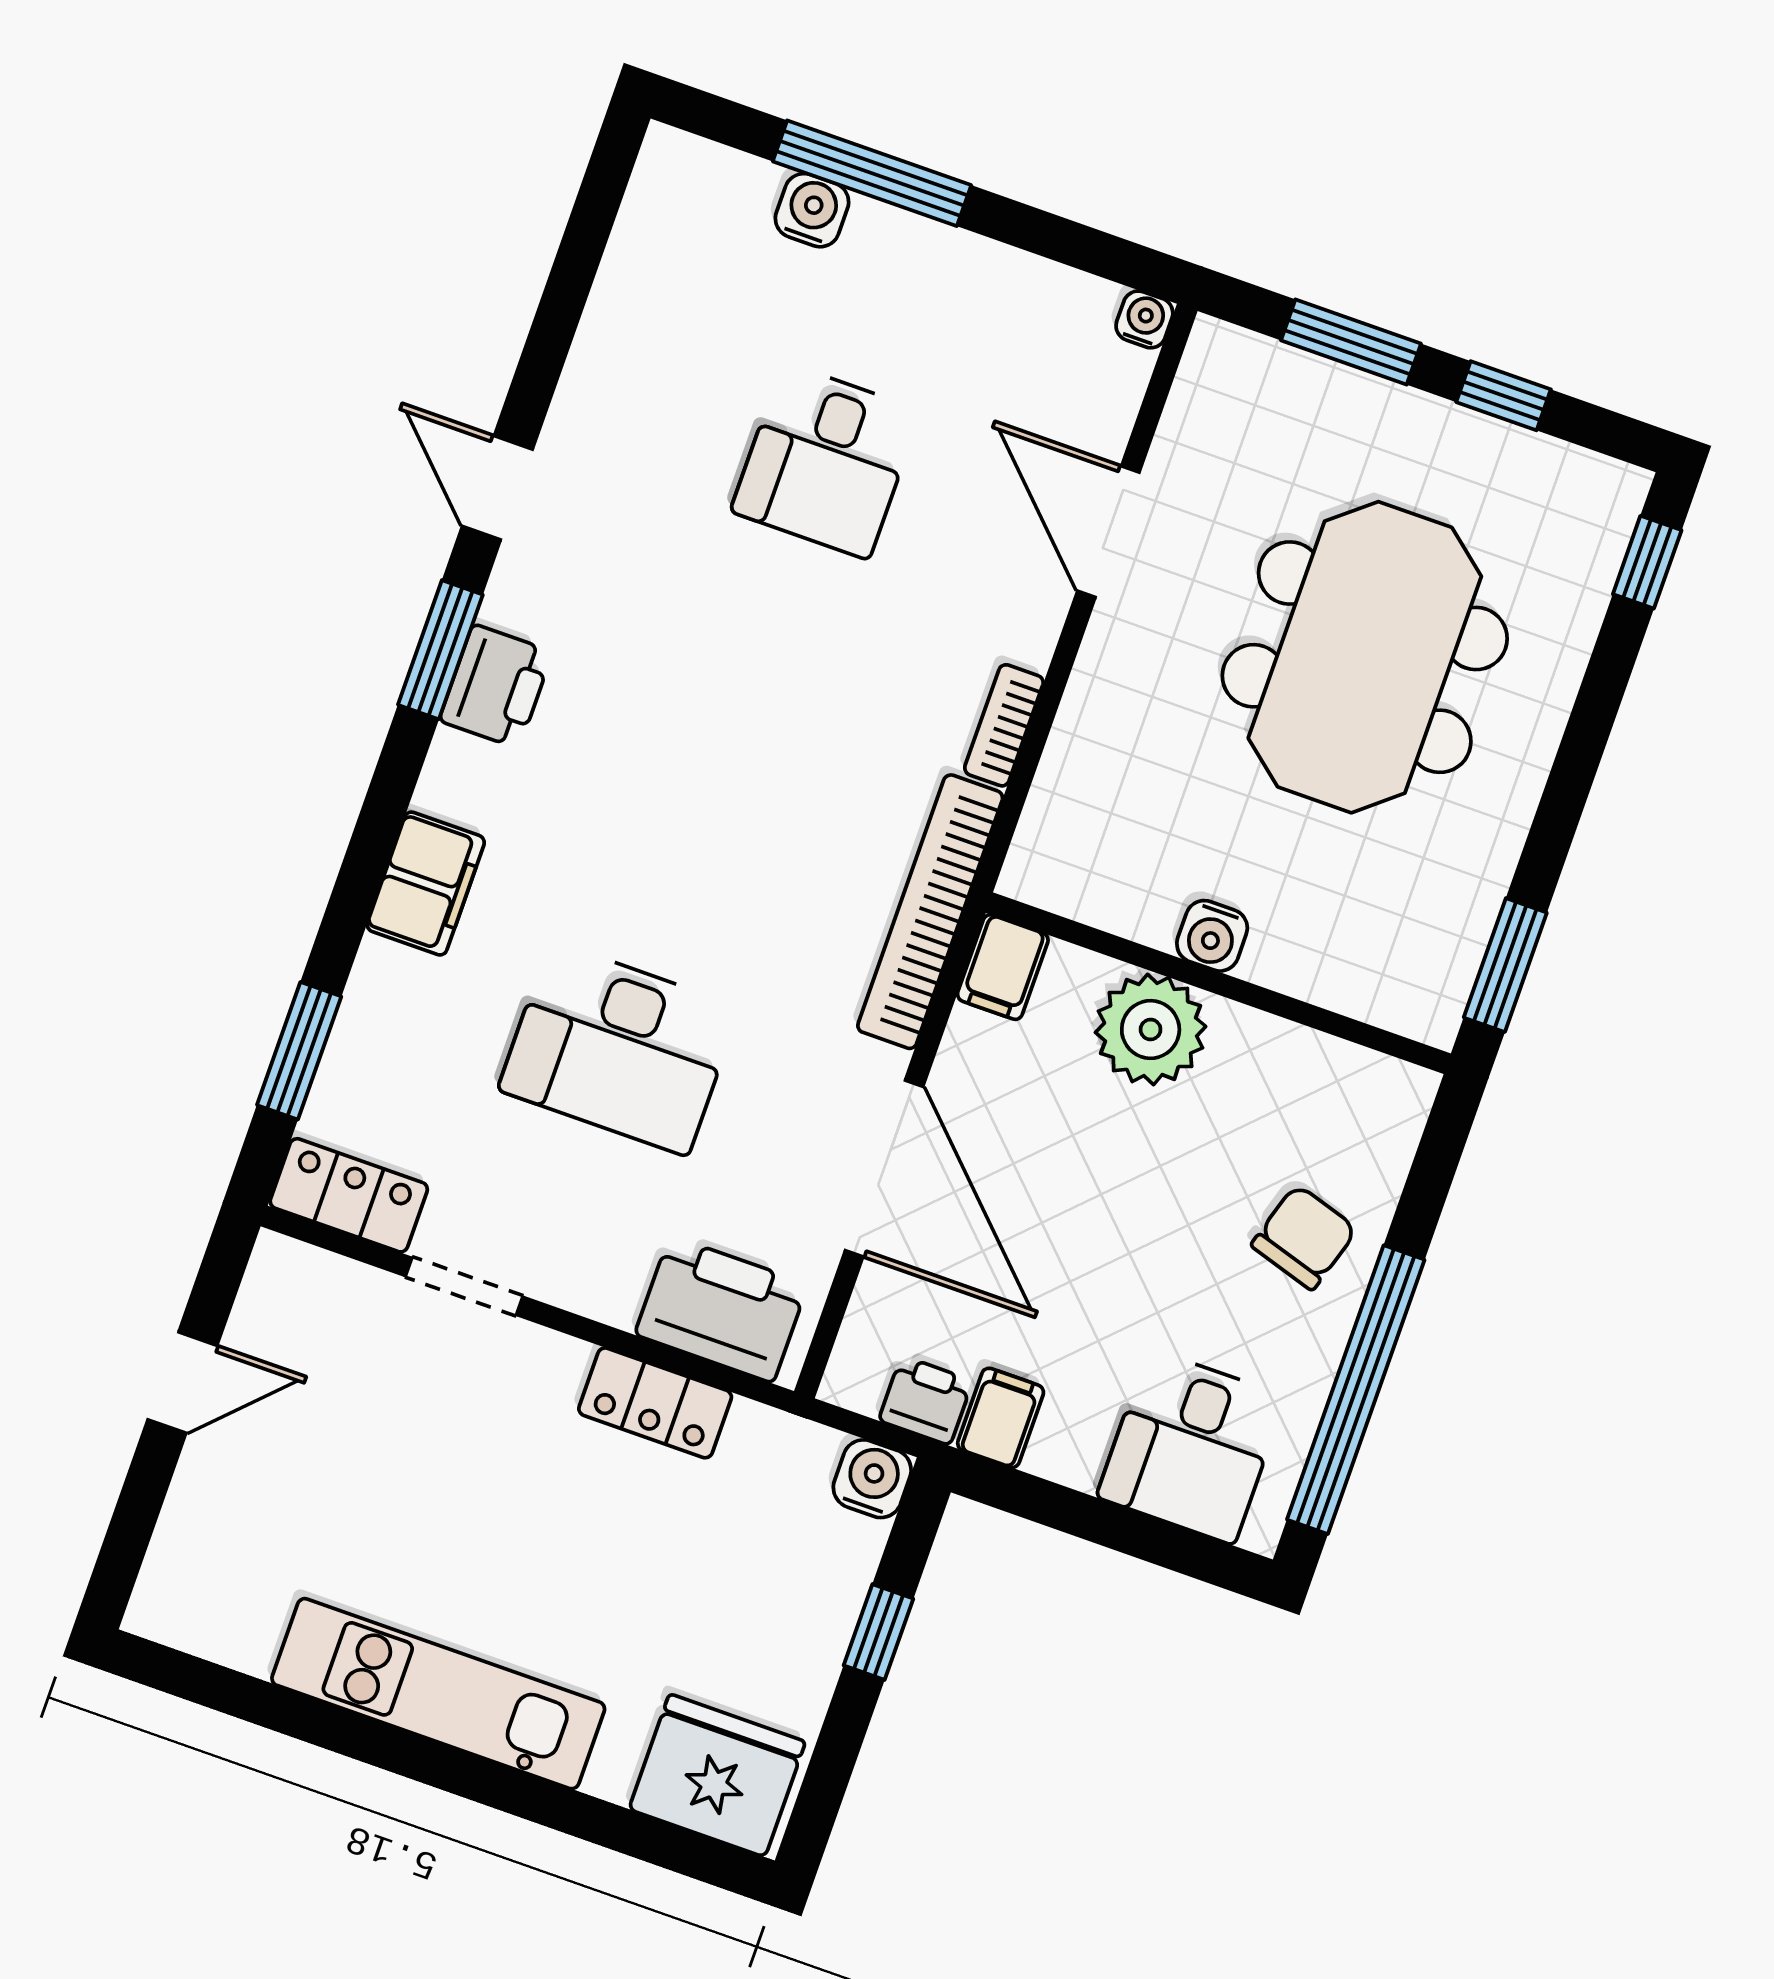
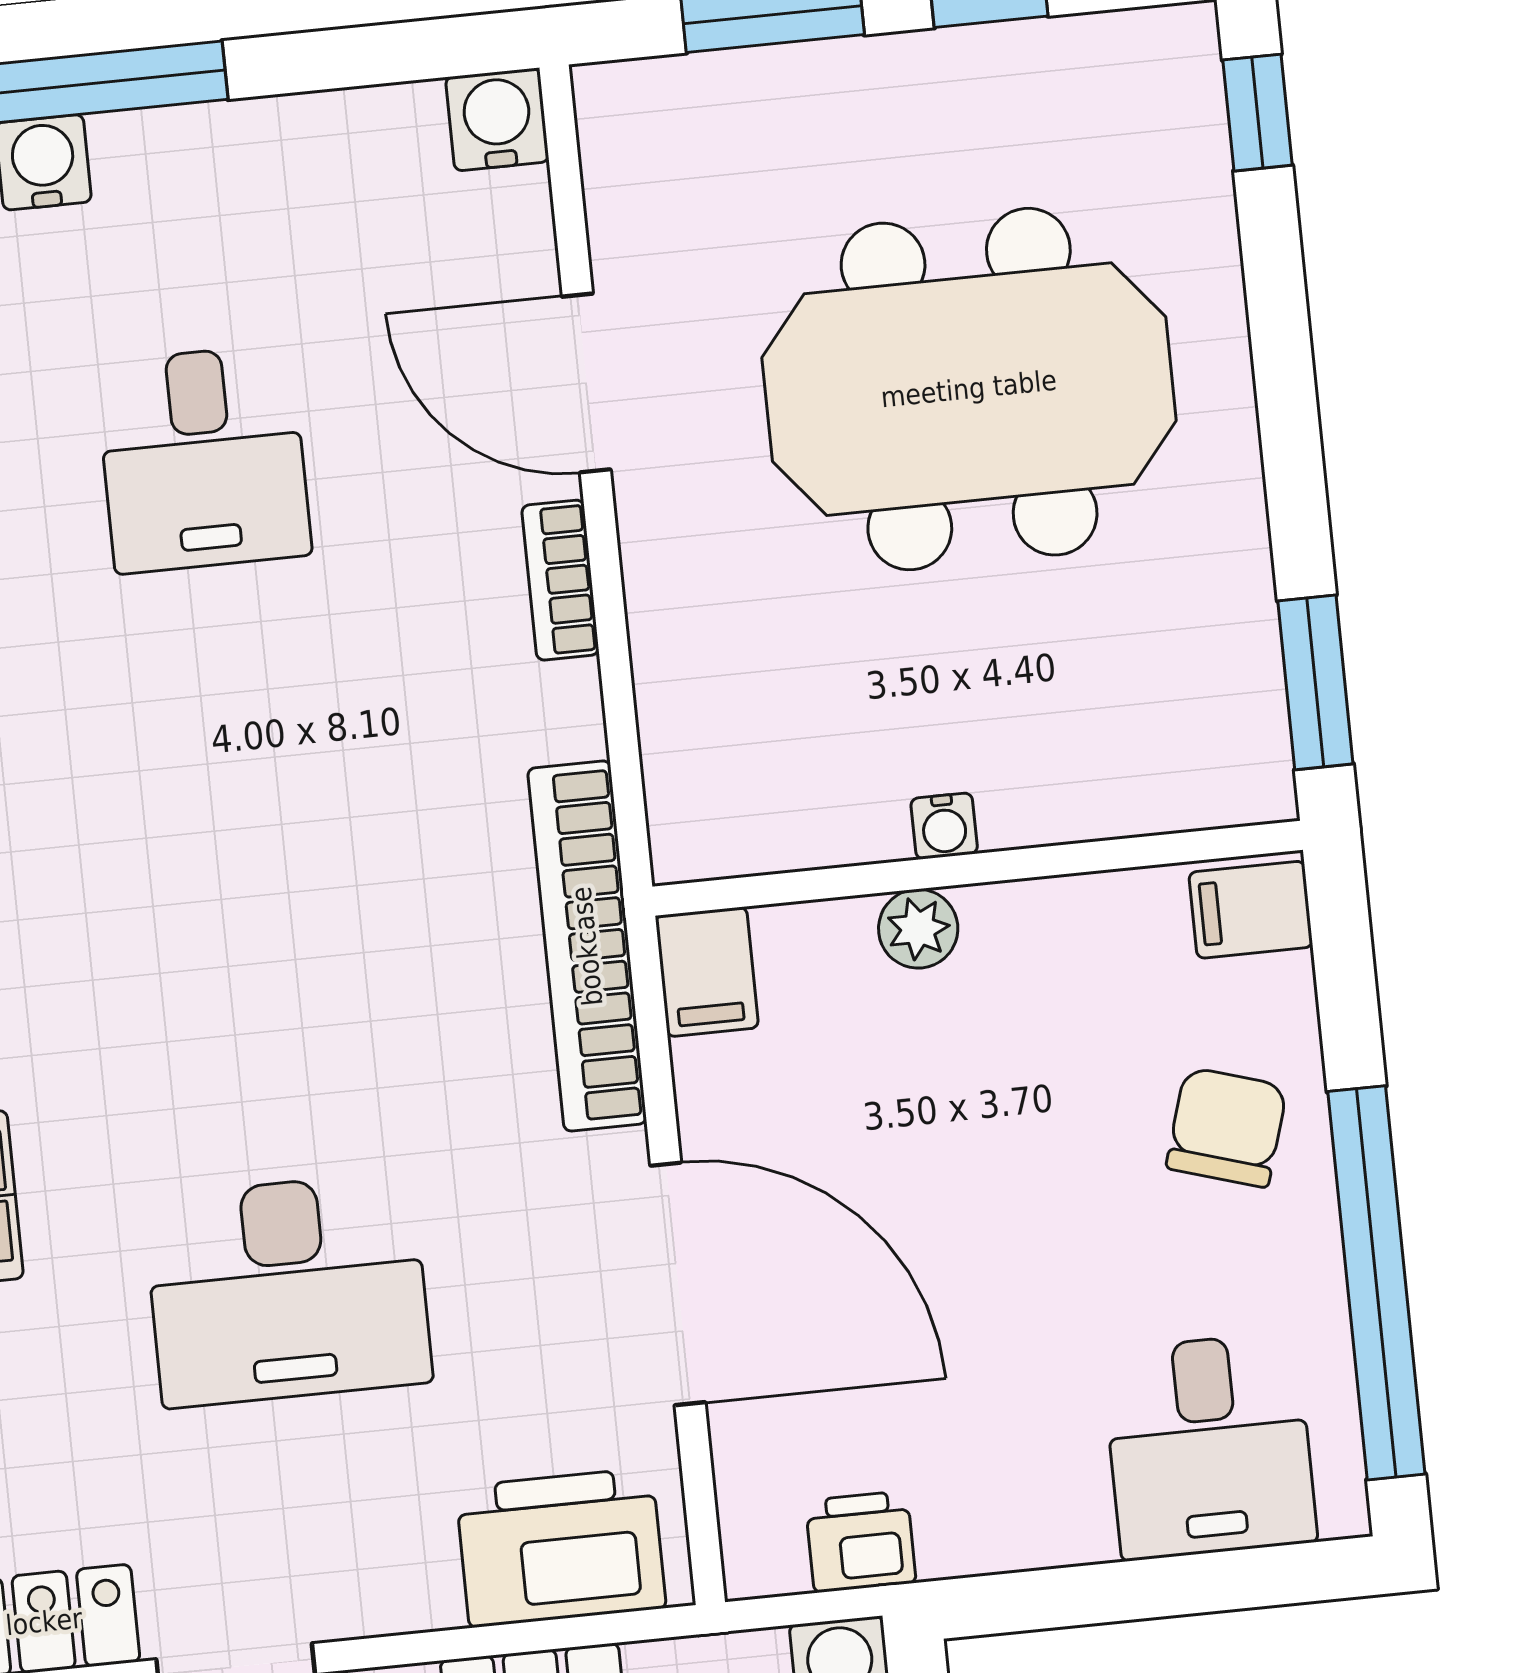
water cooler: (1144, 319) -> (497, 119), width x1.38, depth x1.38
meeting table: (1365, 657) -> (969, 389), turned 90
bookcase: (1004, 725) -> (560, 580), moved
water cooler: (1212, 936) -> (944, 826), width x0.72, depth x0.72
plant: (1151, 1029) -> (918, 929), width x0.53, depth x0.53
filing cabinet: (1001, 1418) -> (1251, 910), moved, turned -90

